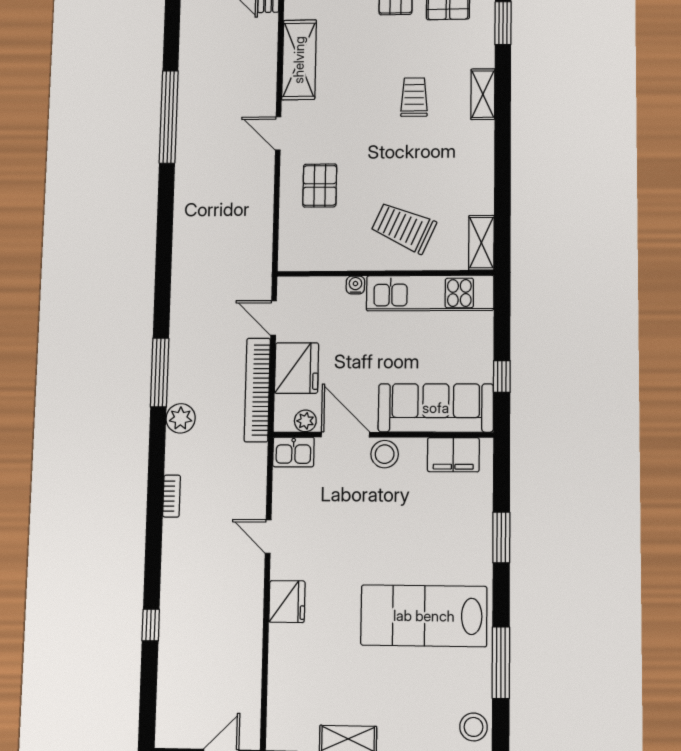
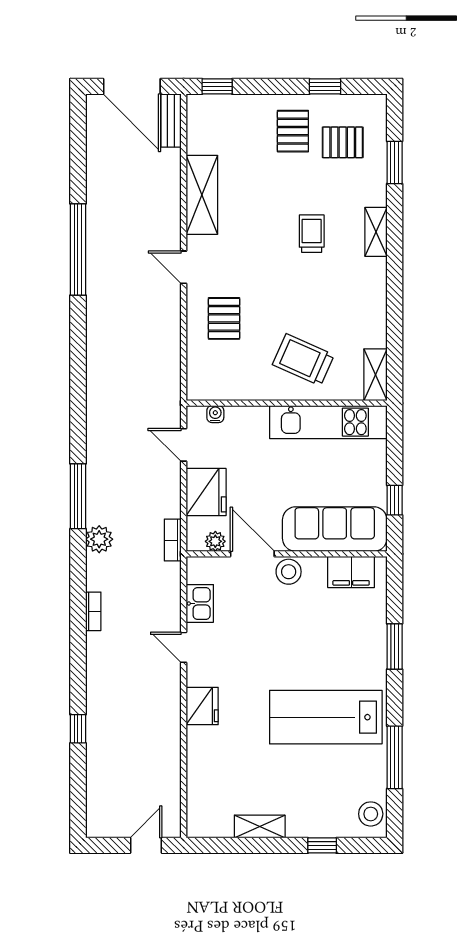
water cooler: (355, 285) -> (215, 414), moved
bookcase: (257, 390) -> (173, 540), width x0.43, depth x0.76
kitchen sink: (293, 452) -> (200, 603), moved, turned -90

